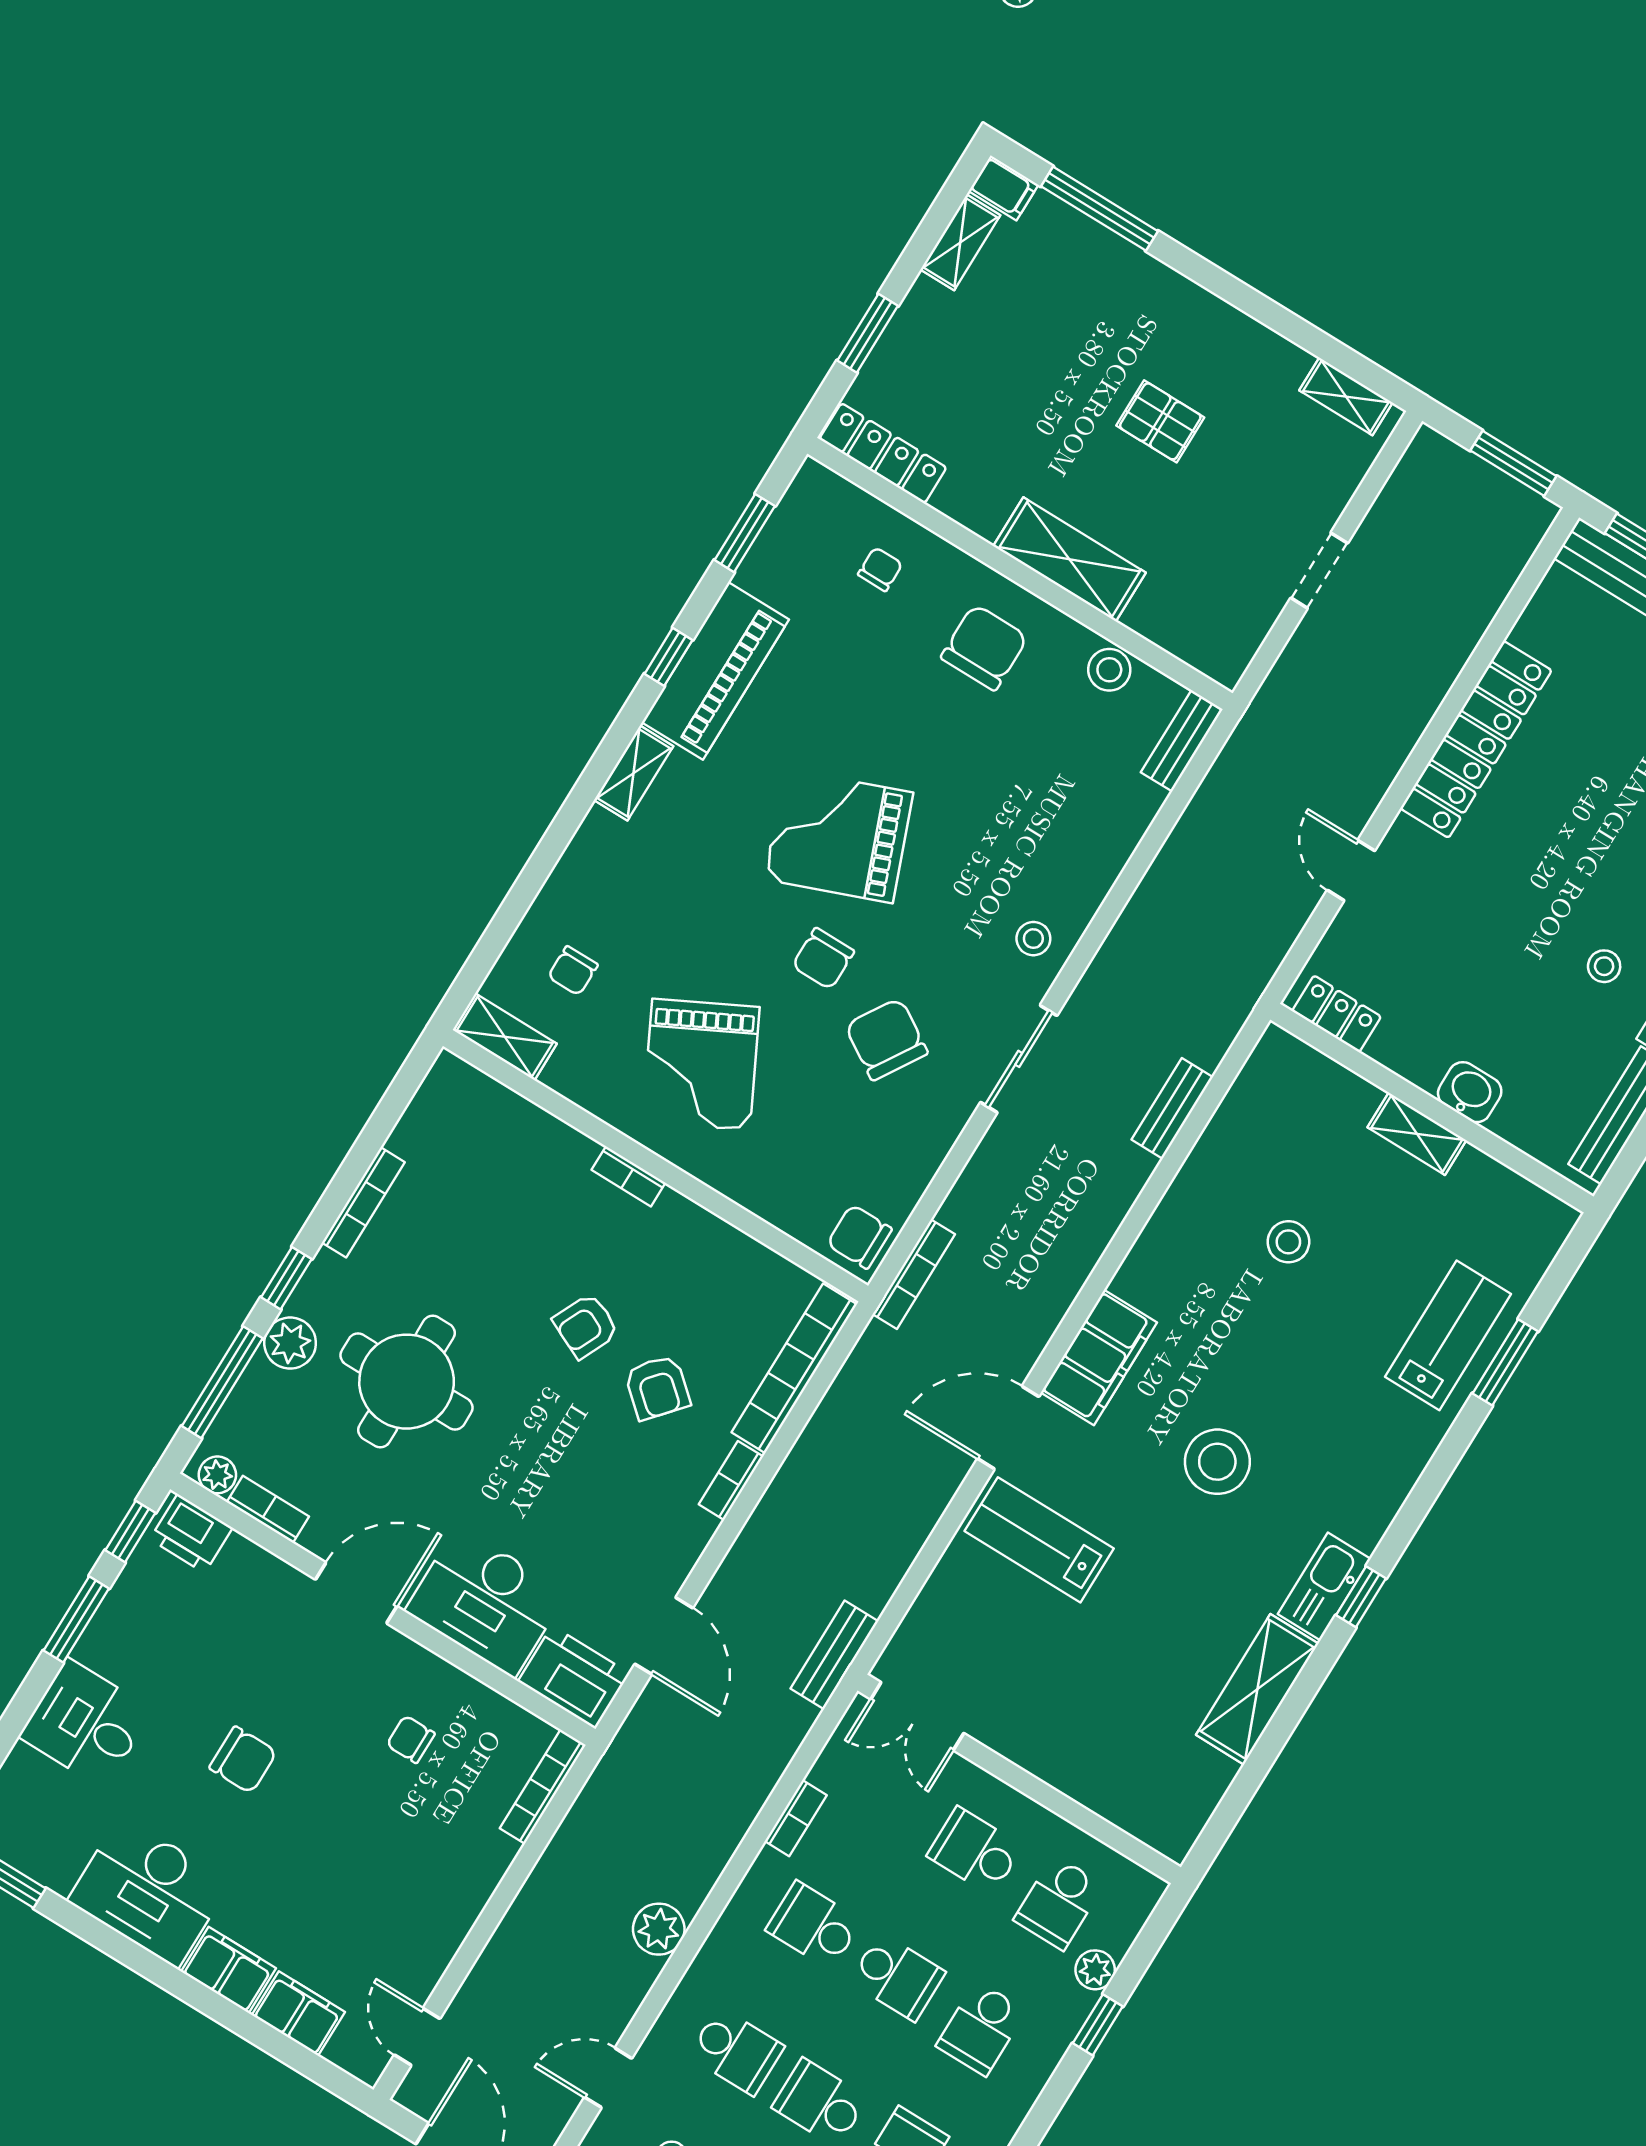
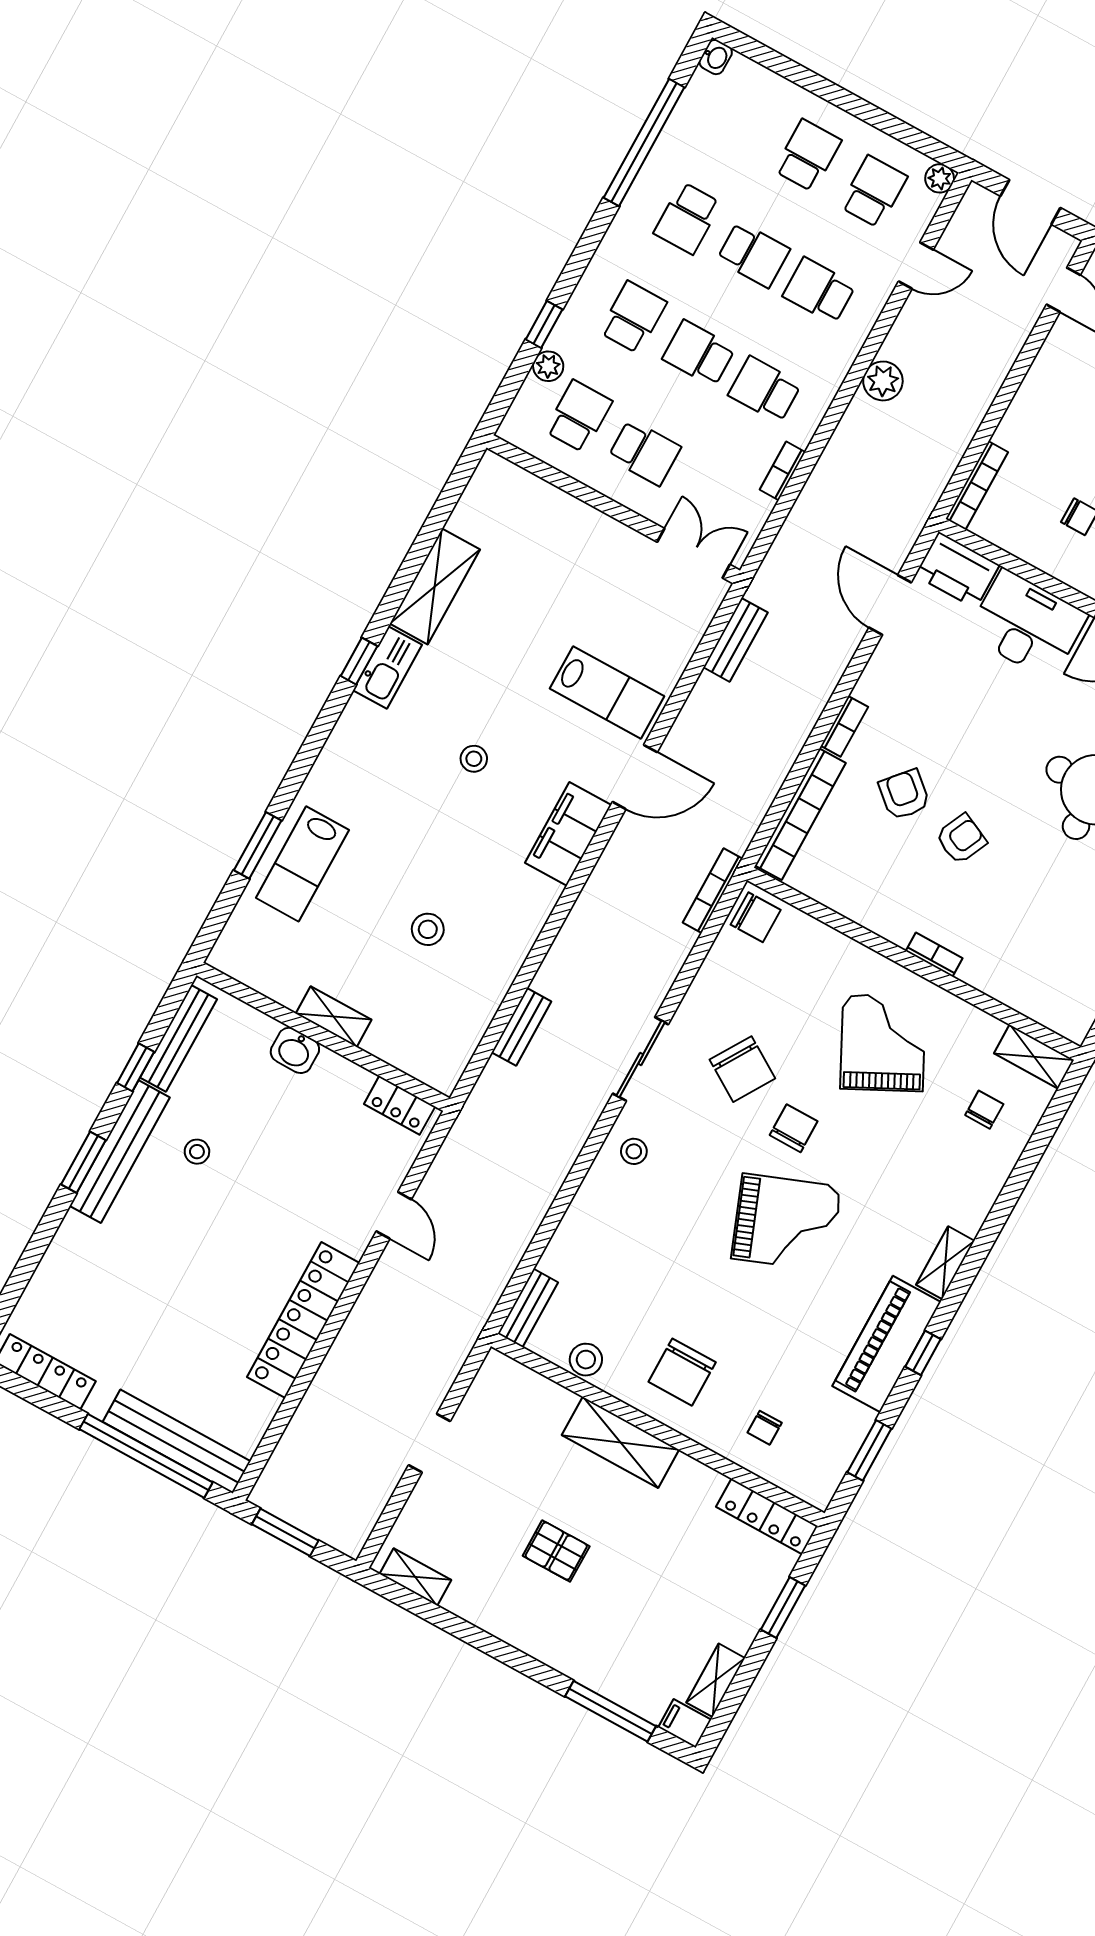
stool: (1217, 1462) -> (474, 759), width x0.53, depth x0.53
bench: (834, 1655) -> (736, 640), moved
school desk: (814, 1925) -> (765, 390), turned 180

